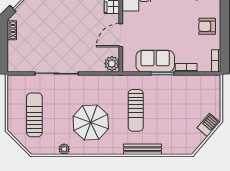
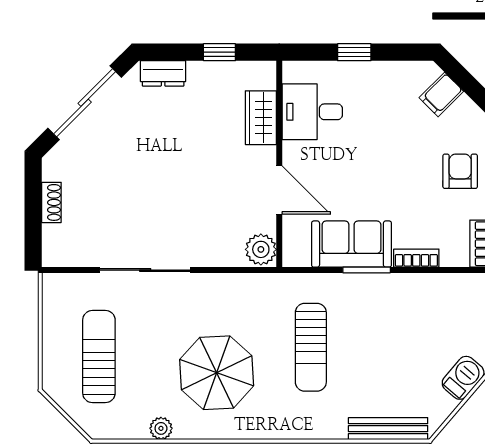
armchair: (207, 26) -> (460, 171), turned 90
shoe rack: (12, 30) -> (51, 202), moved
door: (121, 35) -> (279, 190), swing flipped
bench: (143, 149) -> (388, 429), moved

